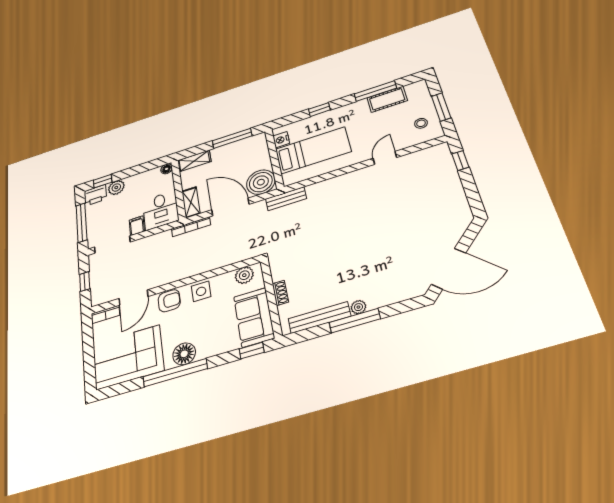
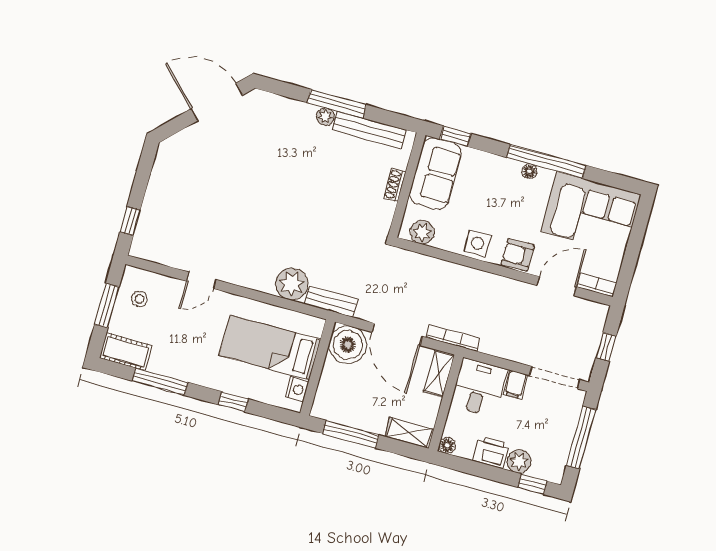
cot: (387, 99) -> (126, 352), moved
plant: (320, 192) -> (292, 284), added
printer: (95, 195) -> (491, 452), moved
floor lamp: (184, 354) -> (529, 171), width x0.53, depth x0.53

